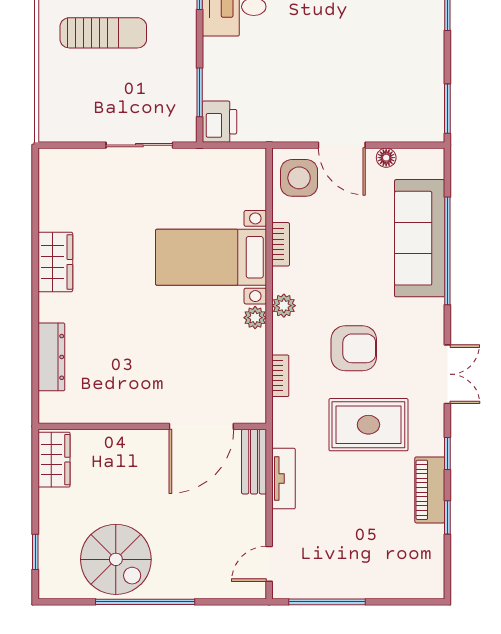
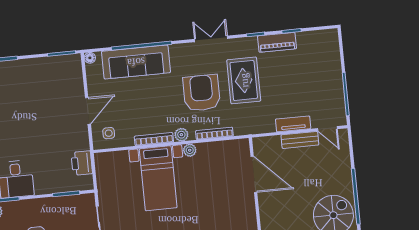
printer: (219, 122) -> (82, 163), moved, turned -90
floor lamp: (386, 158) -> (90, 58), moved
side table: (299, 178) -> (109, 133), width x0.54, depth x0.54
bookcase: (281, 244) -> (154, 139), width x1.56
armchair: (354, 348) -> (202, 93), width x1.36, depth x1.36
bookcase: (280, 376) -> (214, 133), width x1.56
bench: (254, 462) -> (300, 140), moved
tv unit: (284, 479) -> (293, 124), moved

